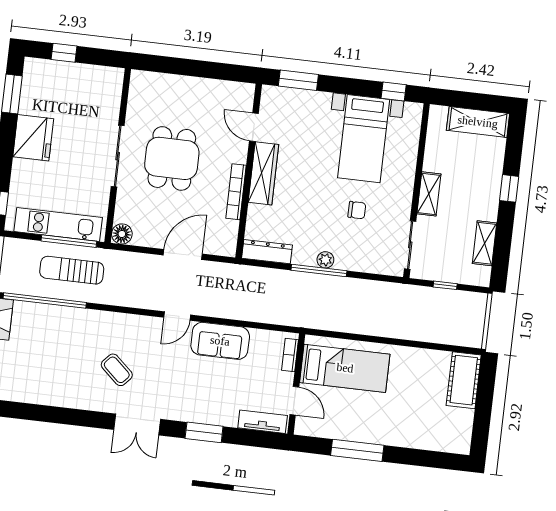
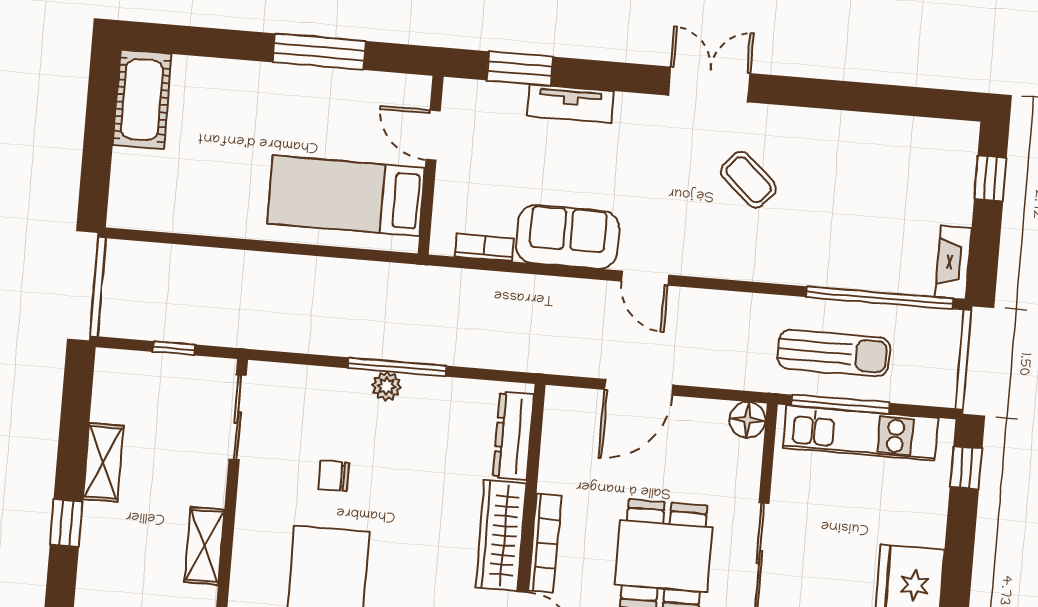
bookcase: (236, 192) -> (545, 543), moved
shelving: (429, 194) -> (204, 546), moved
shelving: (485, 243) -> (103, 462), moved
dresser: (267, 252) -> (513, 436), moved, turned 90
door: (177, 316) -> (645, 278), swing flipped
bookcase: (290, 355) -> (484, 248), moved, turned -90
cot: (464, 380) -> (142, 100), moved
tv unit: (263, 422) -> (570, 103), moved
window: (204, 432) -> (520, 68), moved

